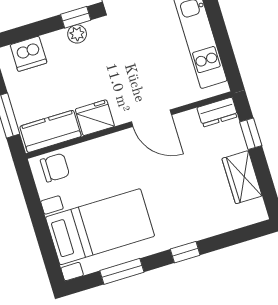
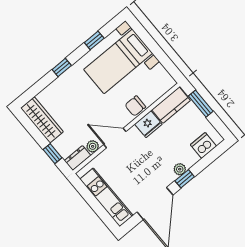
plant: (189, 120) -> (93, 146), added
chair: (55, 168) -> (135, 106), moved
wardrobe: (242, 177) -> (42, 120), width x1.50
window: (122, 271) -> (94, 40), width x0.67

